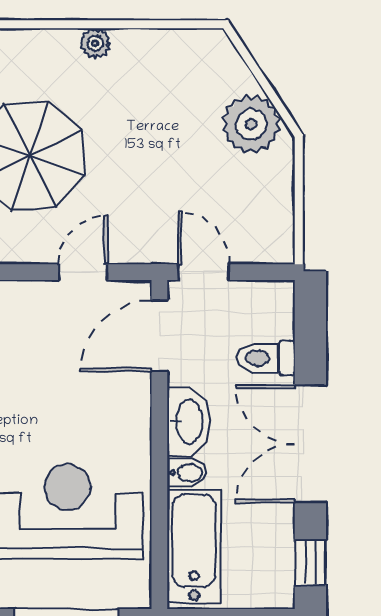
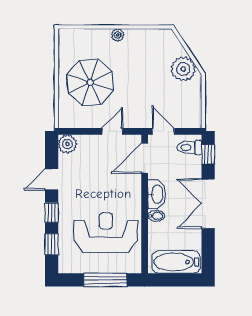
toilet: (266, 358) -> (189, 147), moved
bathtub: (194, 546) -> (176, 262), moved, turned -90
window: (310, 563) -> (208, 154), moved

